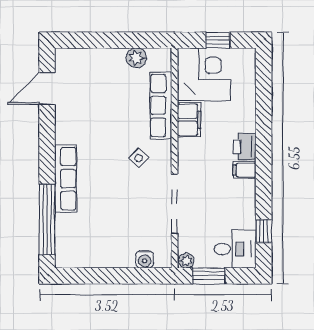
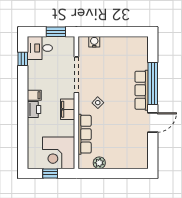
door: (47, 88) -> (153, 122), moved
filing cabinet: (189, 120) -> (68, 109), moved
window: (47, 219) -> (153, 84), moved
plant: (186, 261) -> (69, 41), removed

